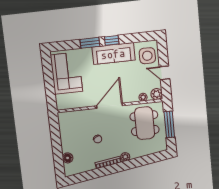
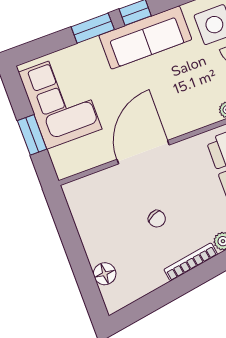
window: (50, 86) -> (32, 135), added
door: (109, 106) -> (143, 152), moved

